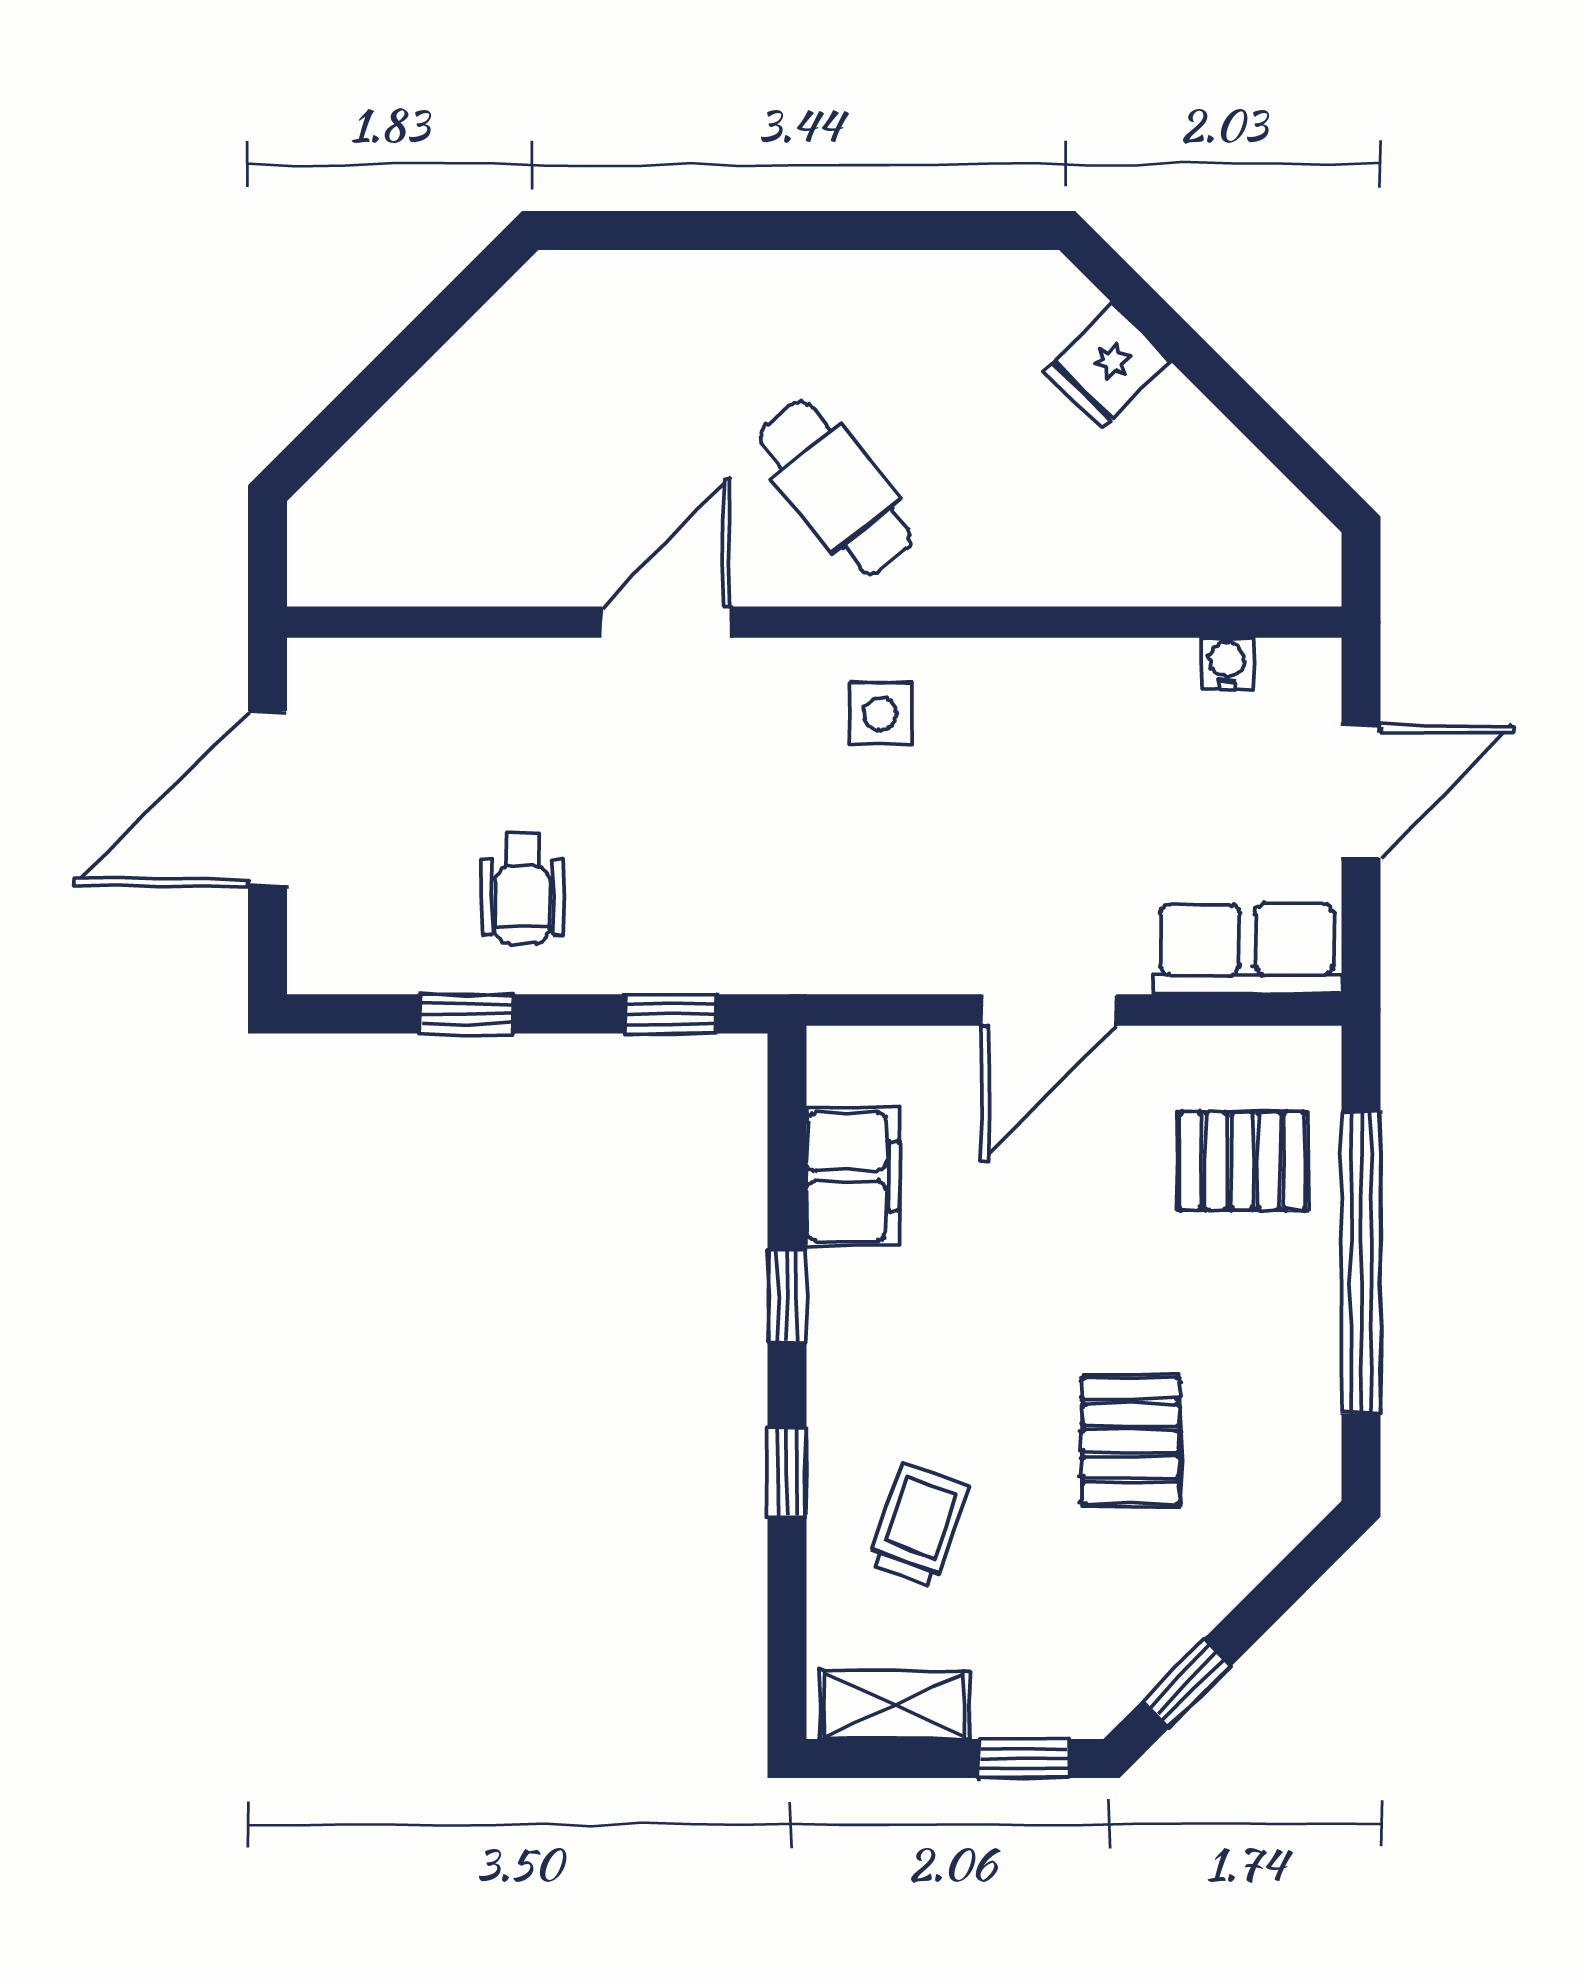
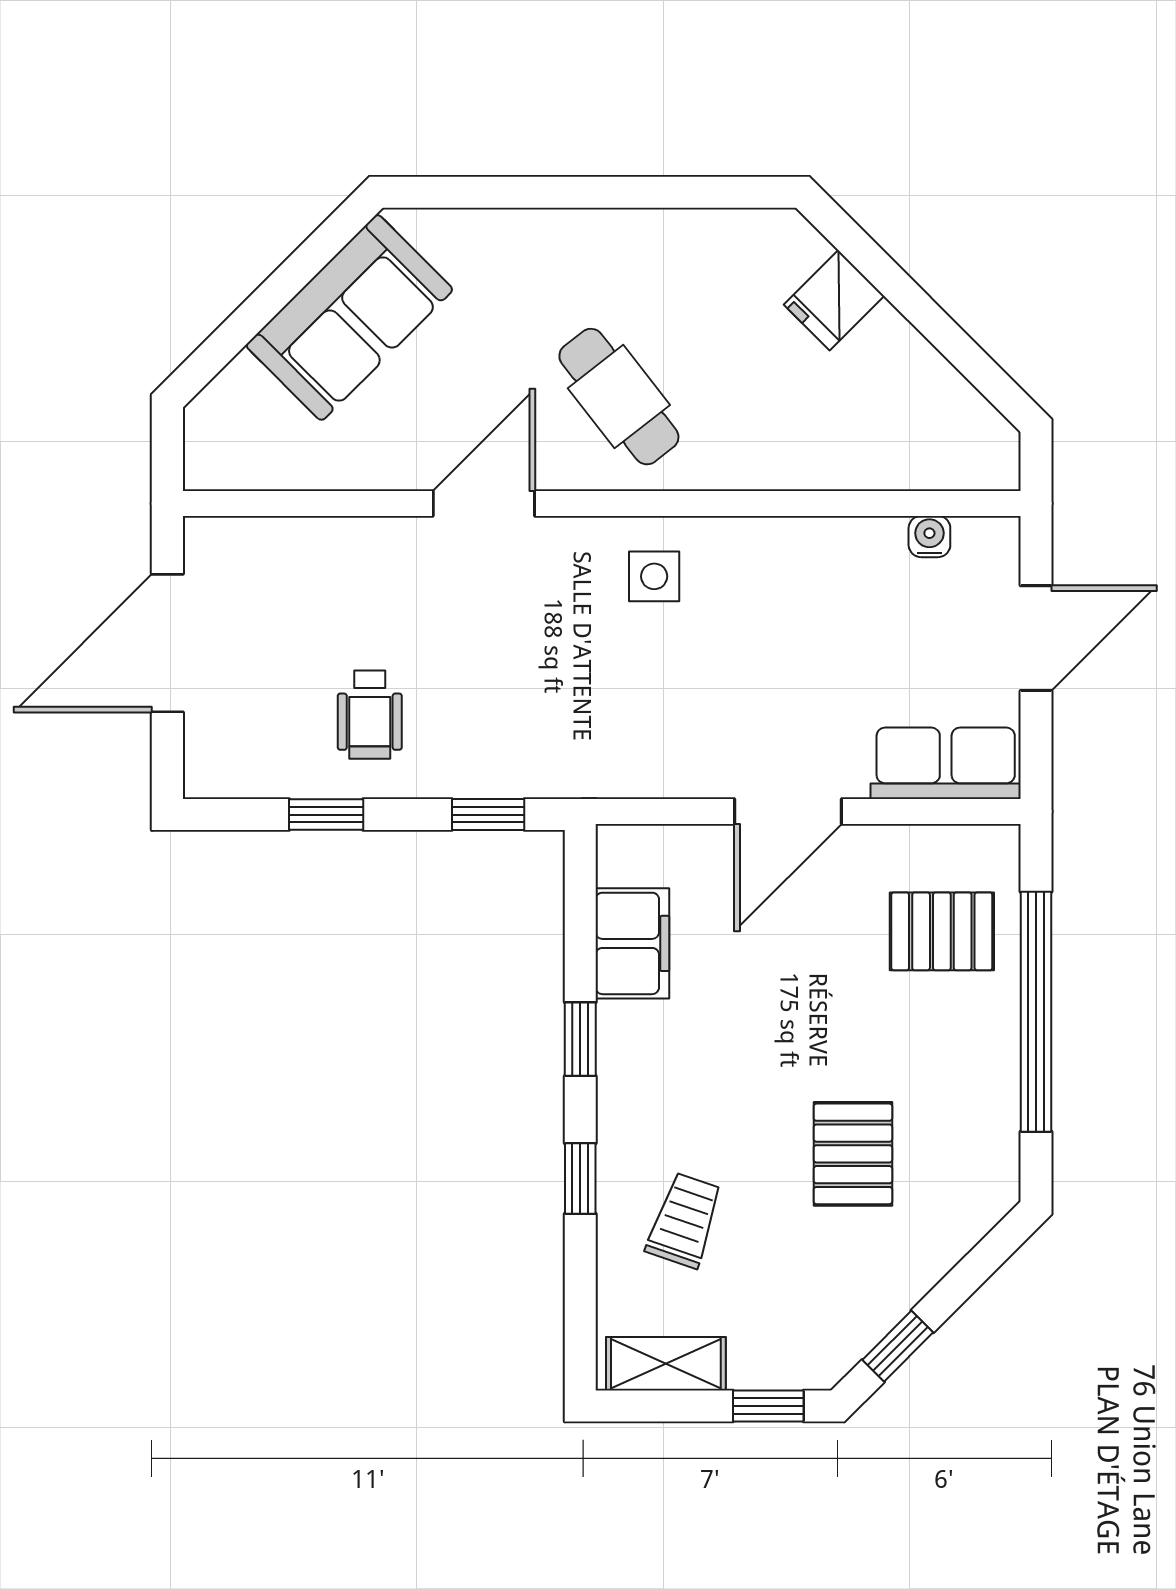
sofa: (497, 388) -> (349, 317), added

